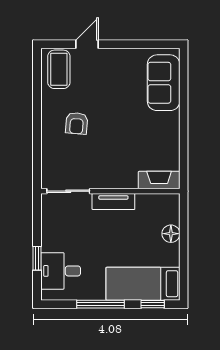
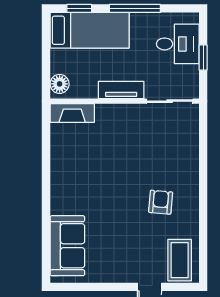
fireplace: (159, 180) -> (72, 113), moved
sliding door: (68, 191) -> (170, 101), moved
wall: (110, 191) -> (125, 101), moved
tv unit: (113, 202) -> (121, 90), moved

